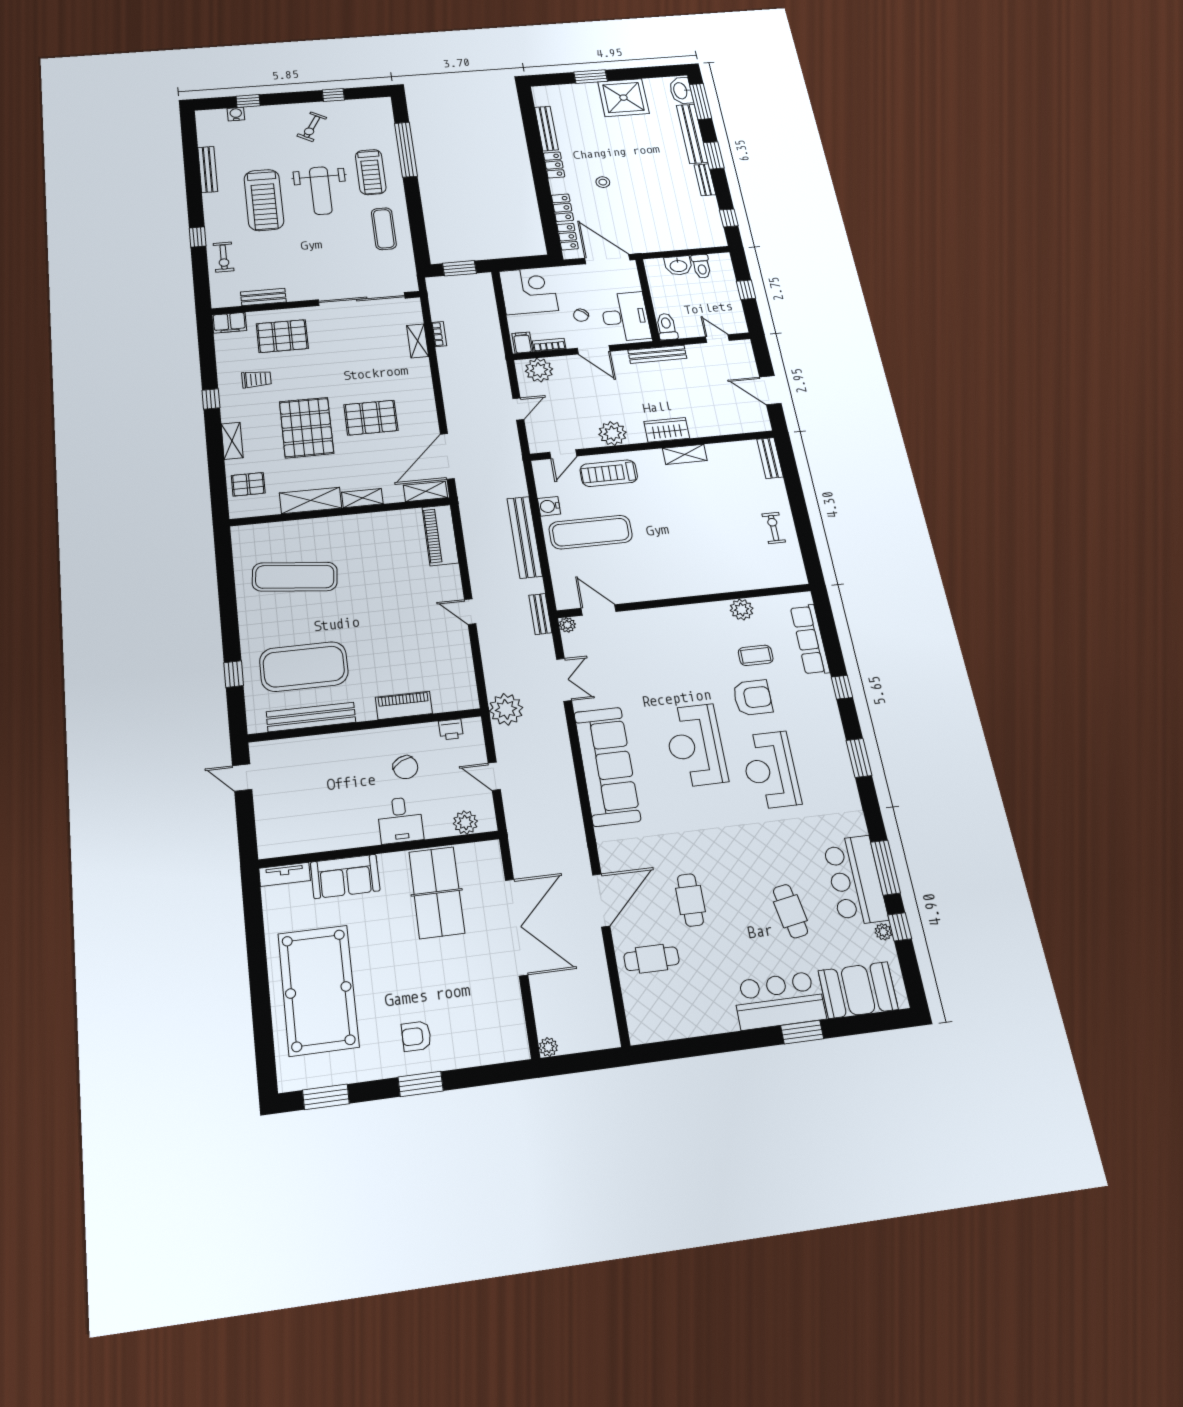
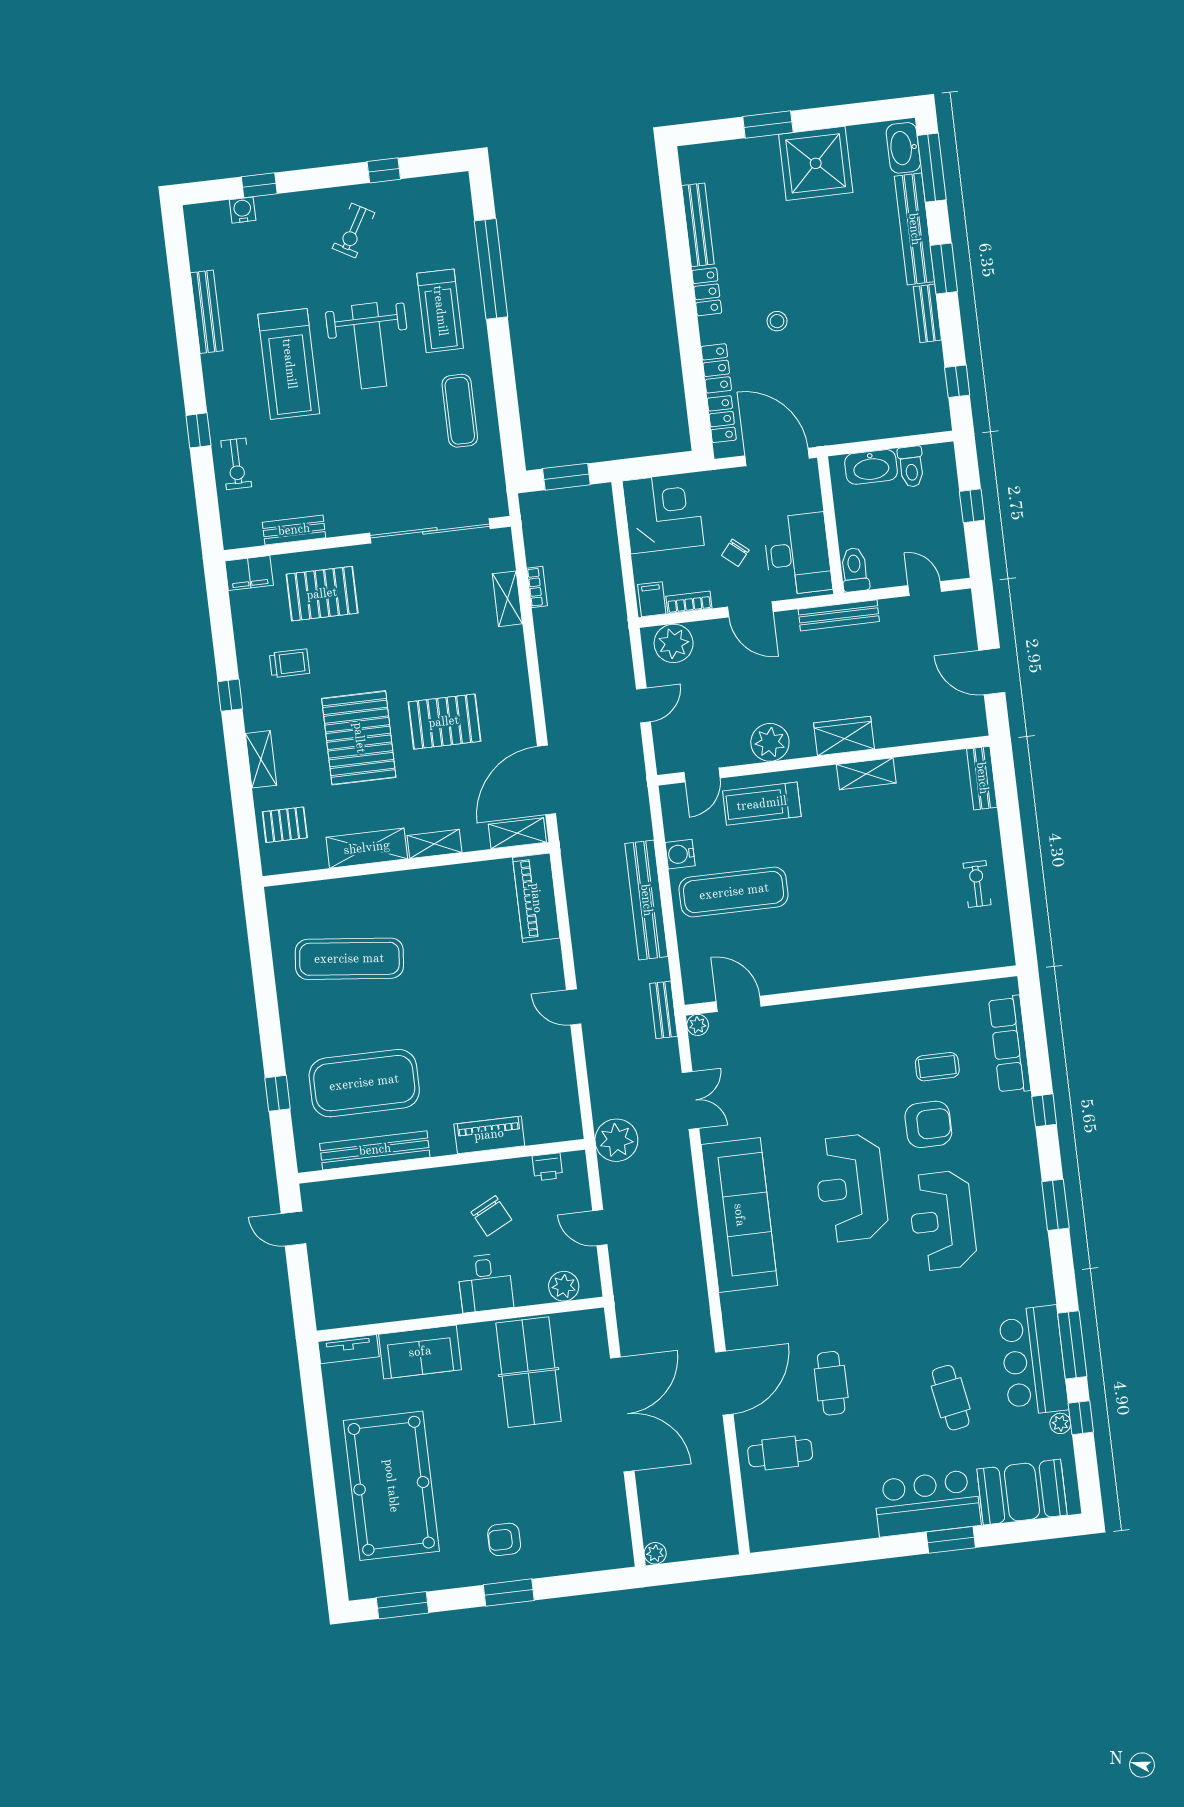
washbasin: (678, 266) -> (871, 467), width x1.38
plant: (742, 609) -> (924, 1003), removed

